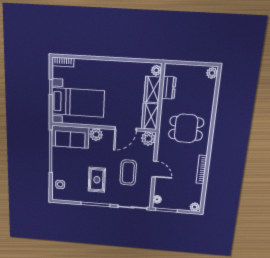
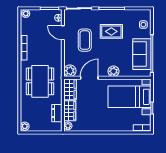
dining table: (186, 128) -> (40, 81), width x1.38
sofa: (70, 137) -> (142, 54), moved, turned -90
door: (154, 169) -> (63, 33), moved
rug: (97, 180) -> (111, 31), turned 90

